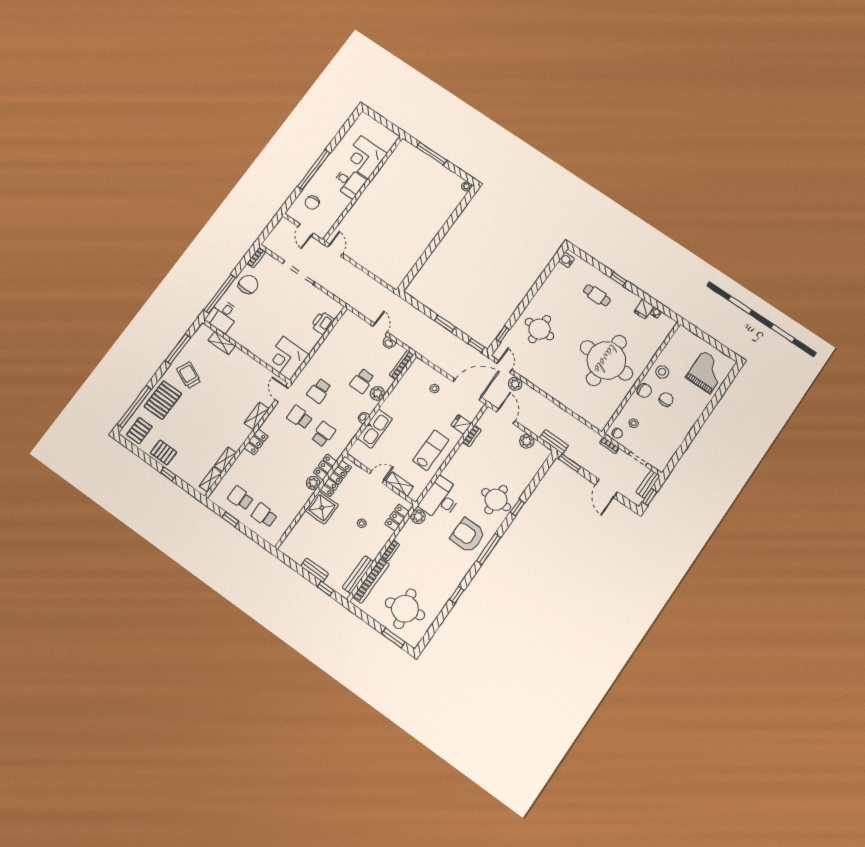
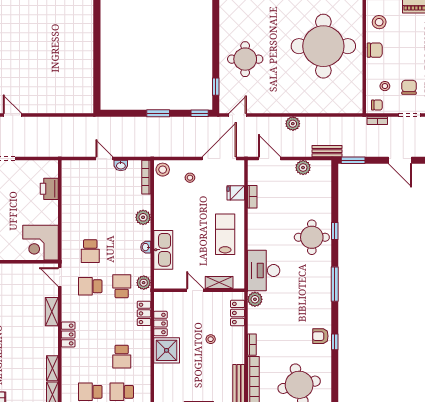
door: (504, 367) -> (238, 115), hinge flipped
stool: (418, 368) -> (163, 170), added
school desk: (362, 381) -> (122, 357), moved
plant: (515, 384) -> (293, 124), moved
chair: (666, 399) -> (409, 87), moved
door: (377, 477) -> (195, 290), hinge flipped
locker: (336, 478) -> (160, 323), width x0.66
plant: (313, 483) -> (144, 283), moved
armchair: (468, 535) -> (320, 336), moved, width x0.53, depth x0.53

